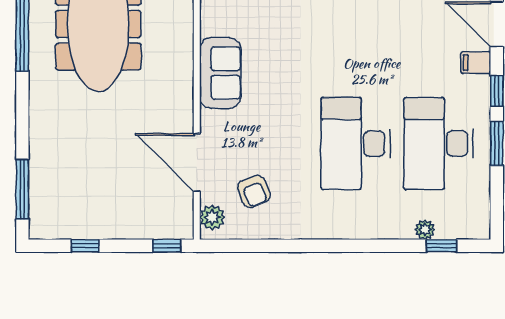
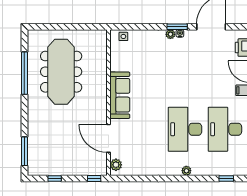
sofa: (220, 73) -> (120, 95), width x1.36
armchair: (254, 191) -> (136, 152), removed
plant: (425, 230) -> (186, 171), moved

